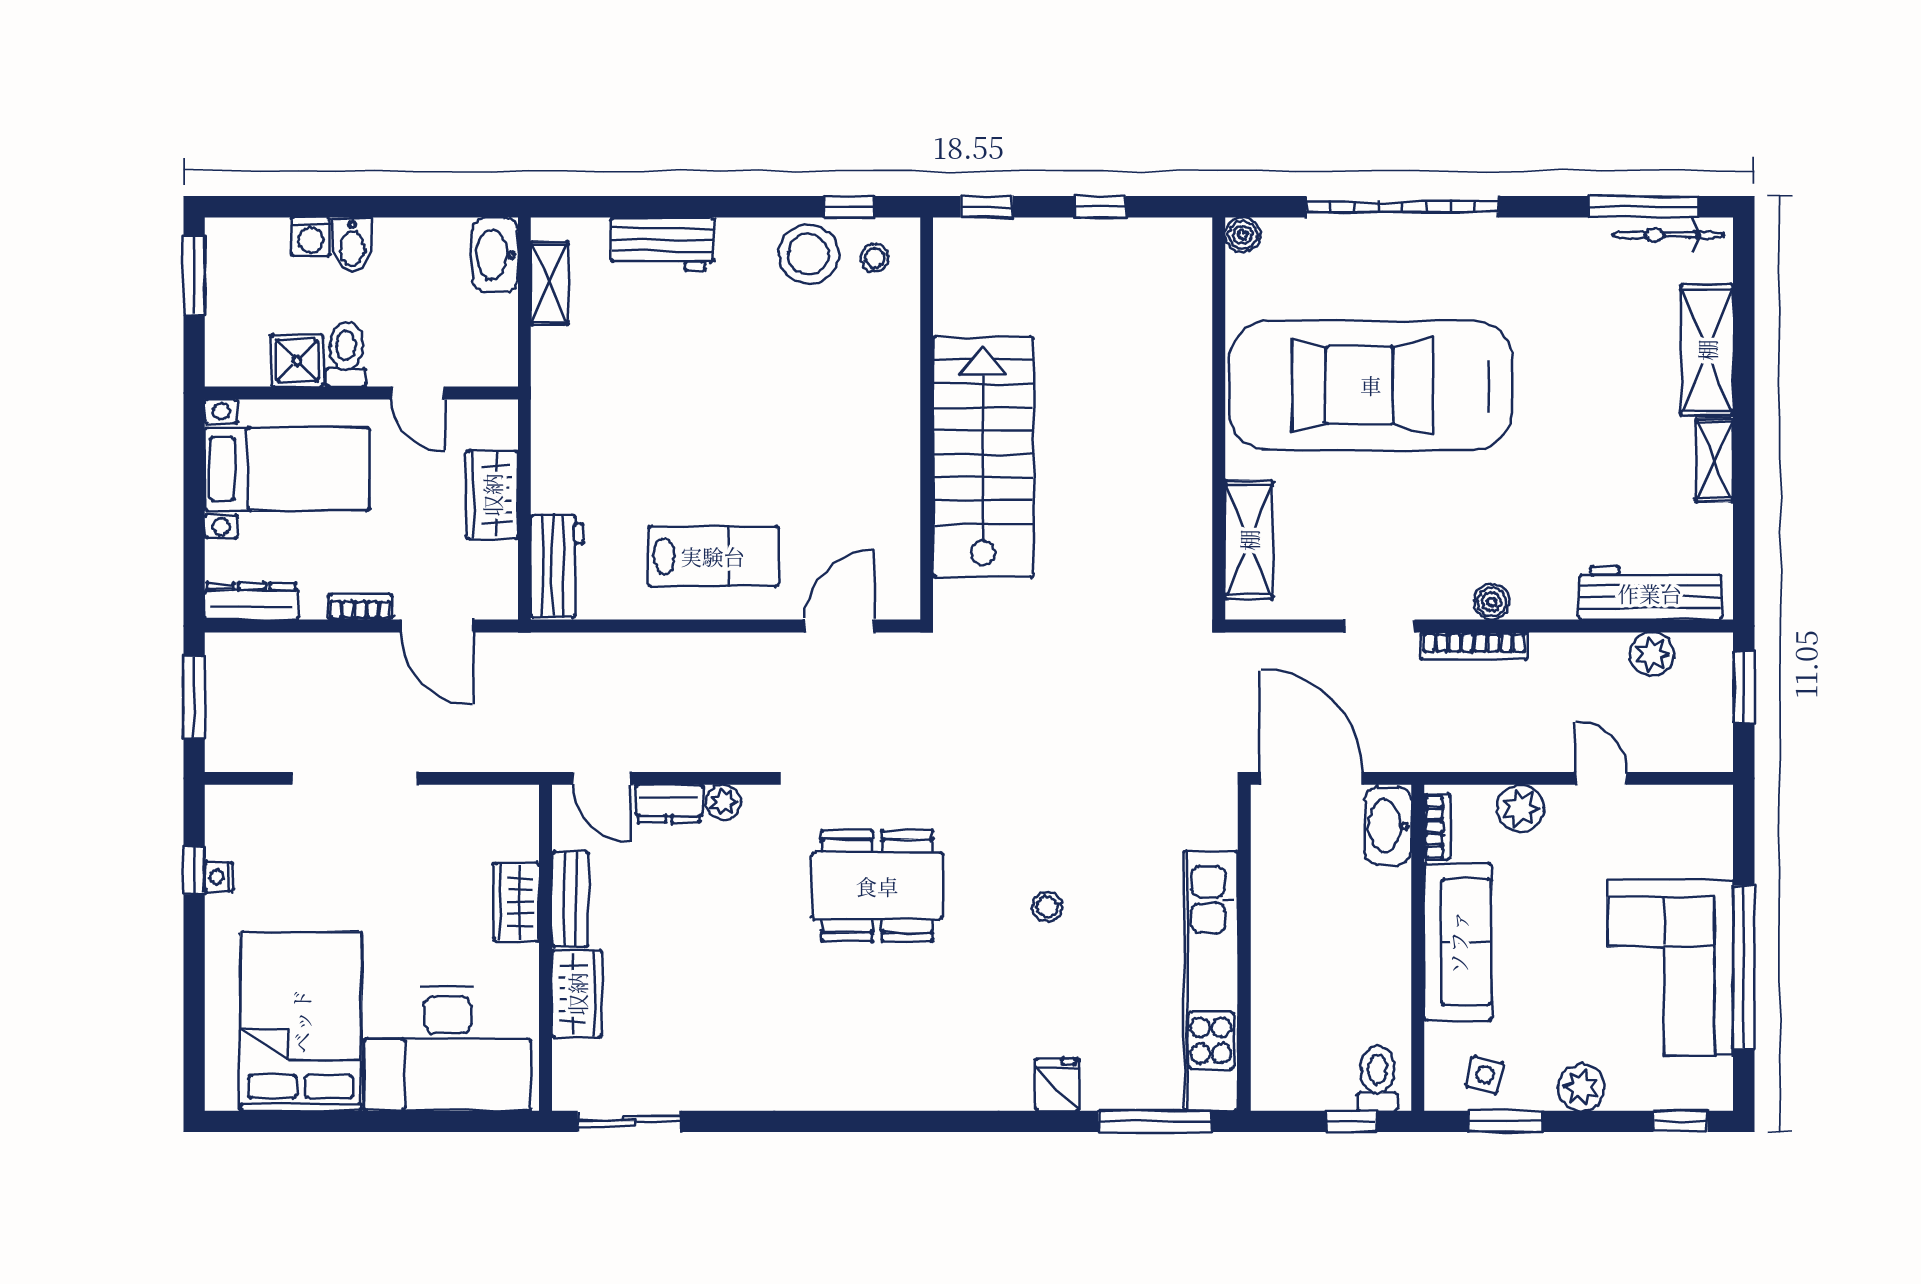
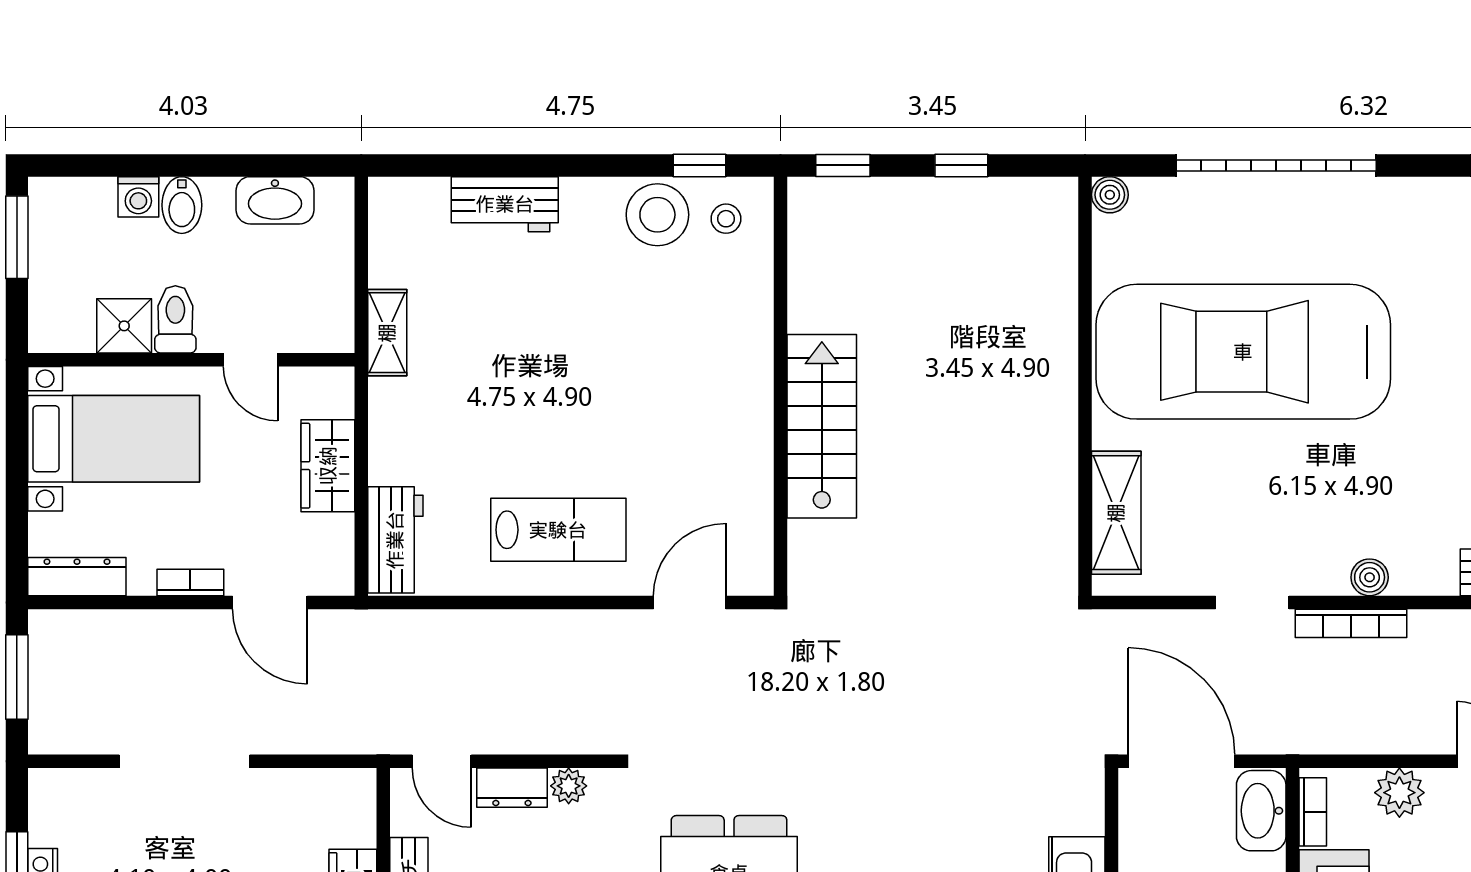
washbasin: (495, 255) -> (275, 200), moved, turned -90
shelving: (549, 283) -> (387, 333), moved
stairs: (983, 457) -> (822, 426), width x0.73, depth x0.66

